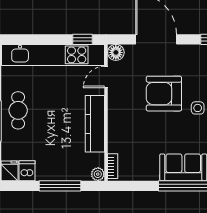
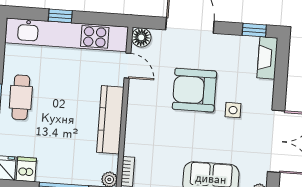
window: (83, 39) -> (60, 16), moved
door: (106, 77) -> (128, 66), swing flipped

